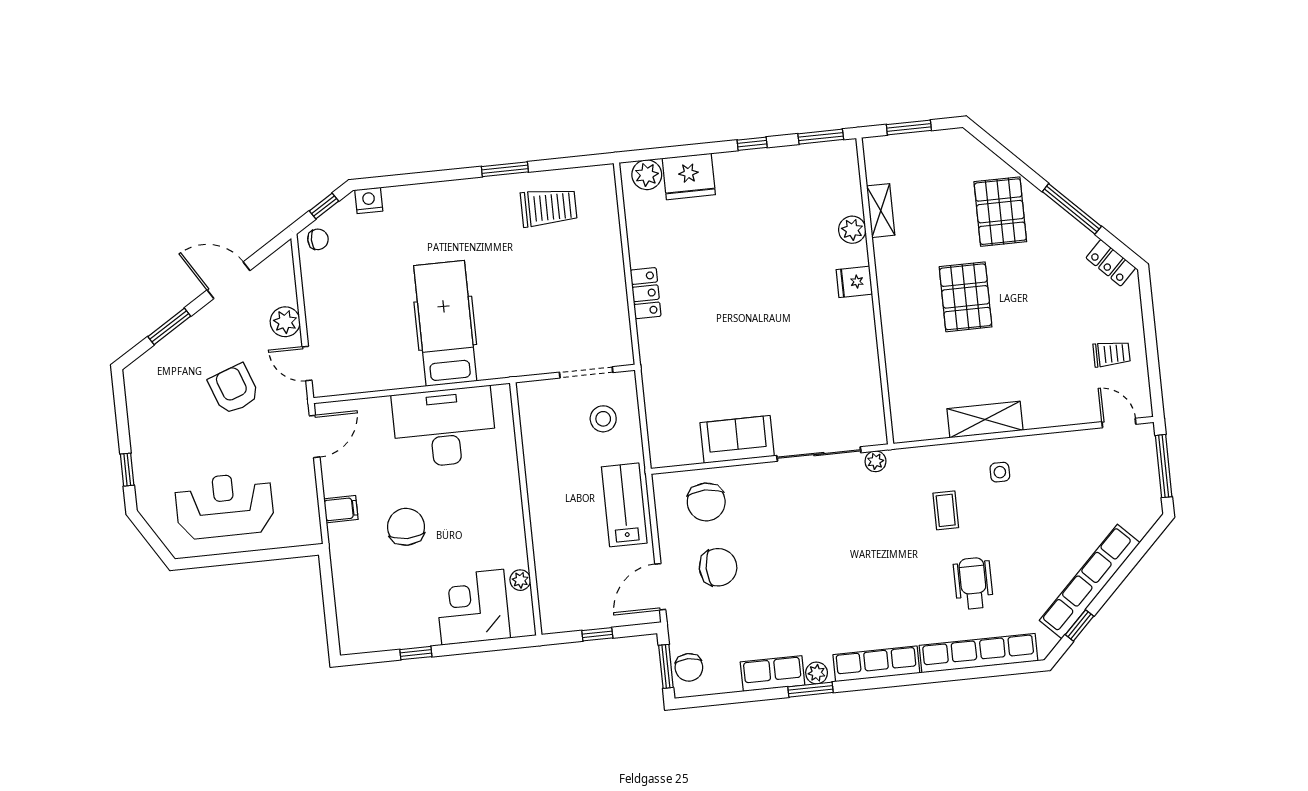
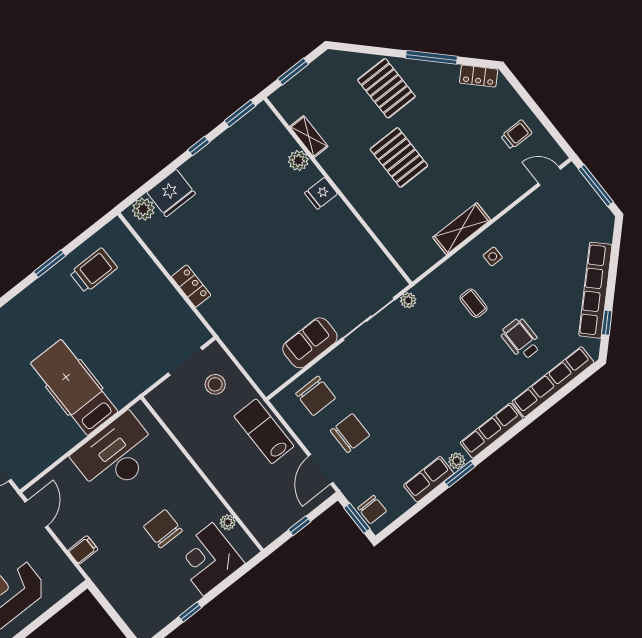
chair: (406, 527) -> (163, 529), moved

